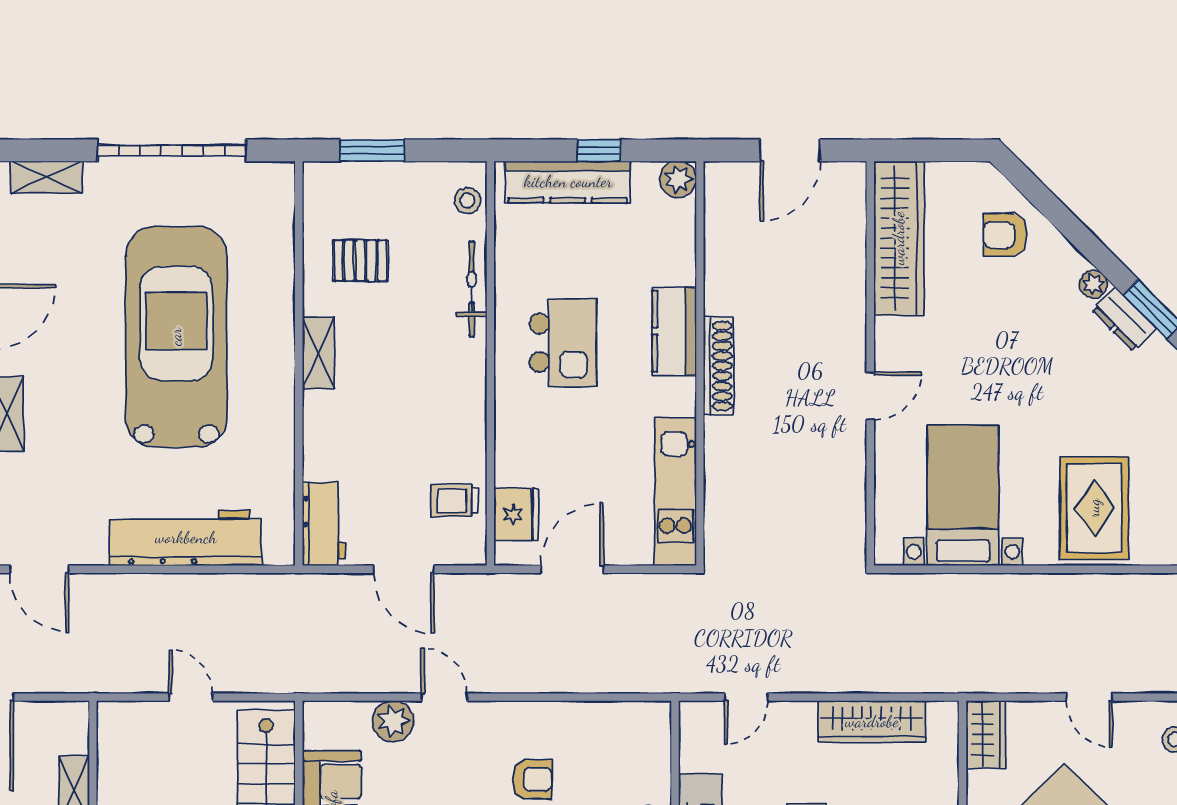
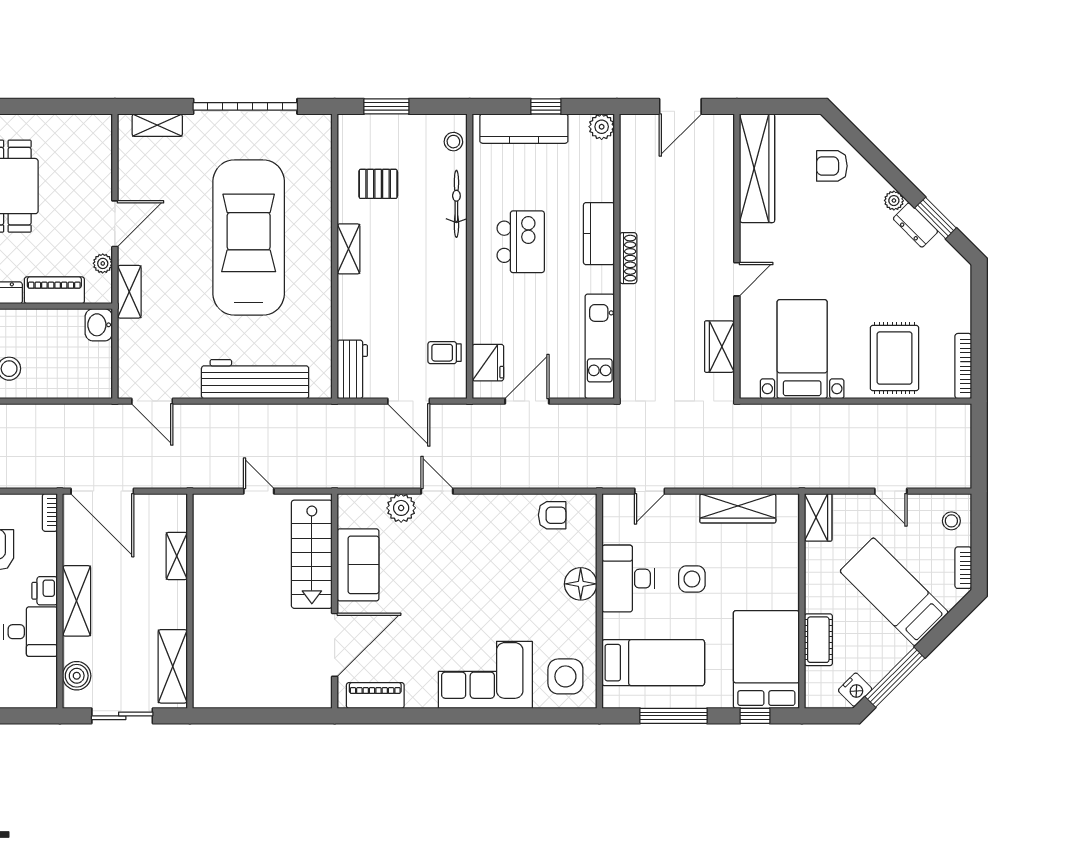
shoe rack: (719, 366) -> (628, 258), width x0.74, depth x0.81
wardrobe: (846, 492) -> (719, 347), added
armchair: (532, 779) -> (552, 515), moved

